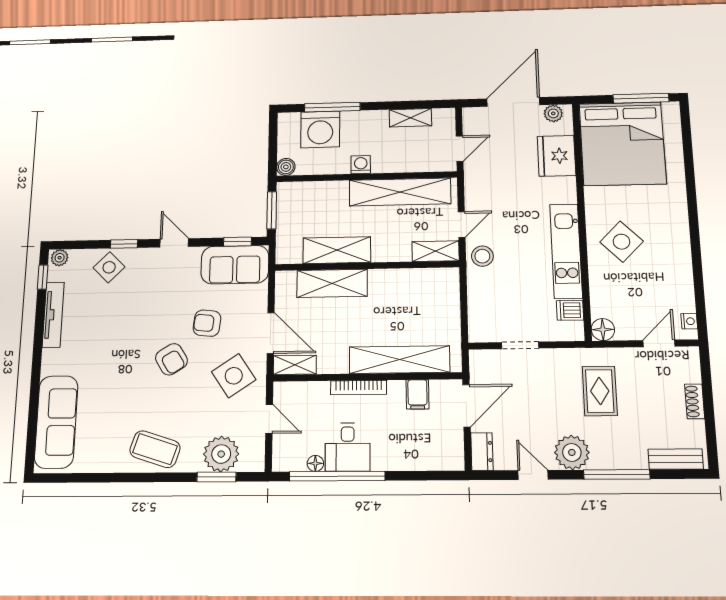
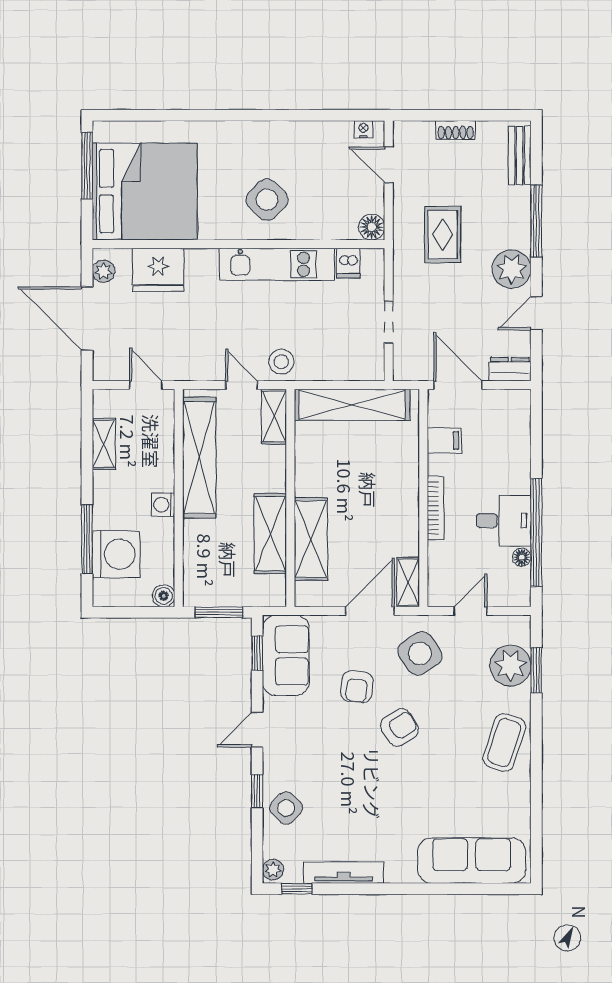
shelving: (399, 360) -> (352, 405), moved, turned 90
rug: (600, 391) -> (443, 235), turned 90

